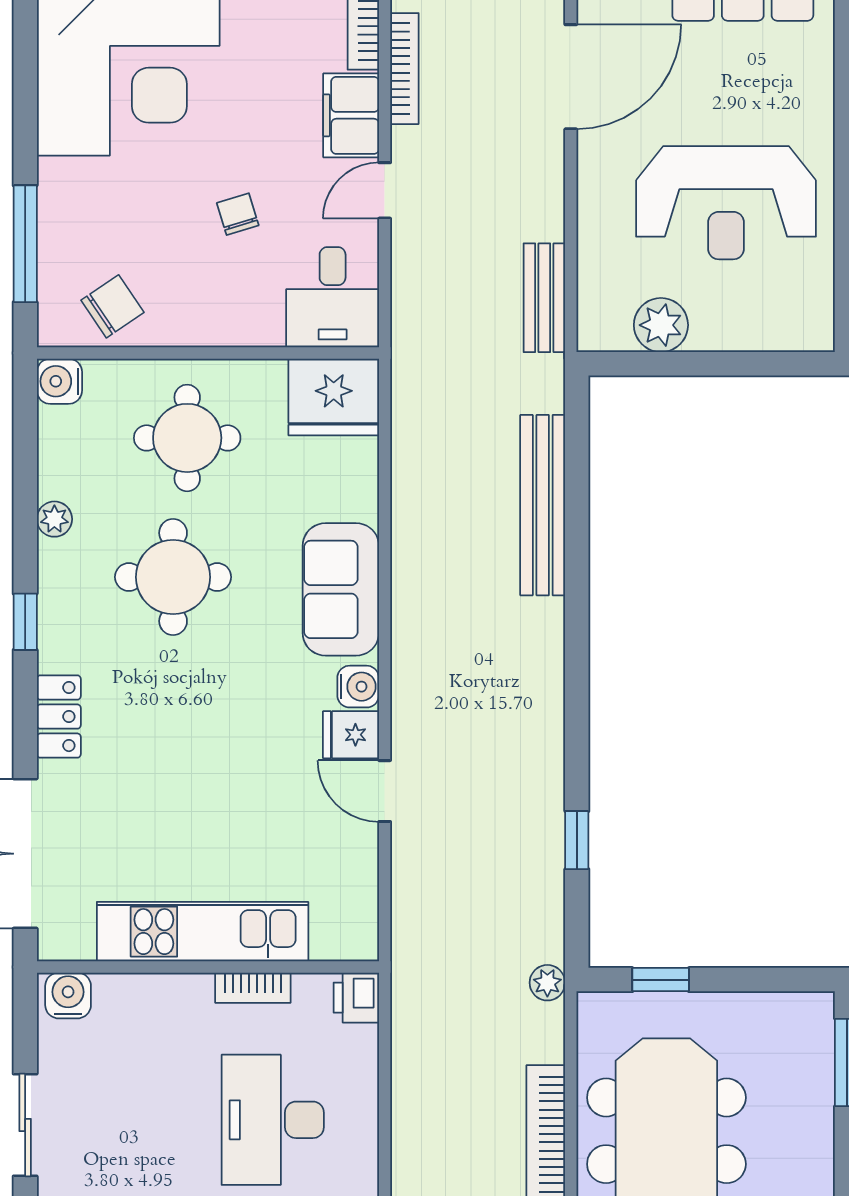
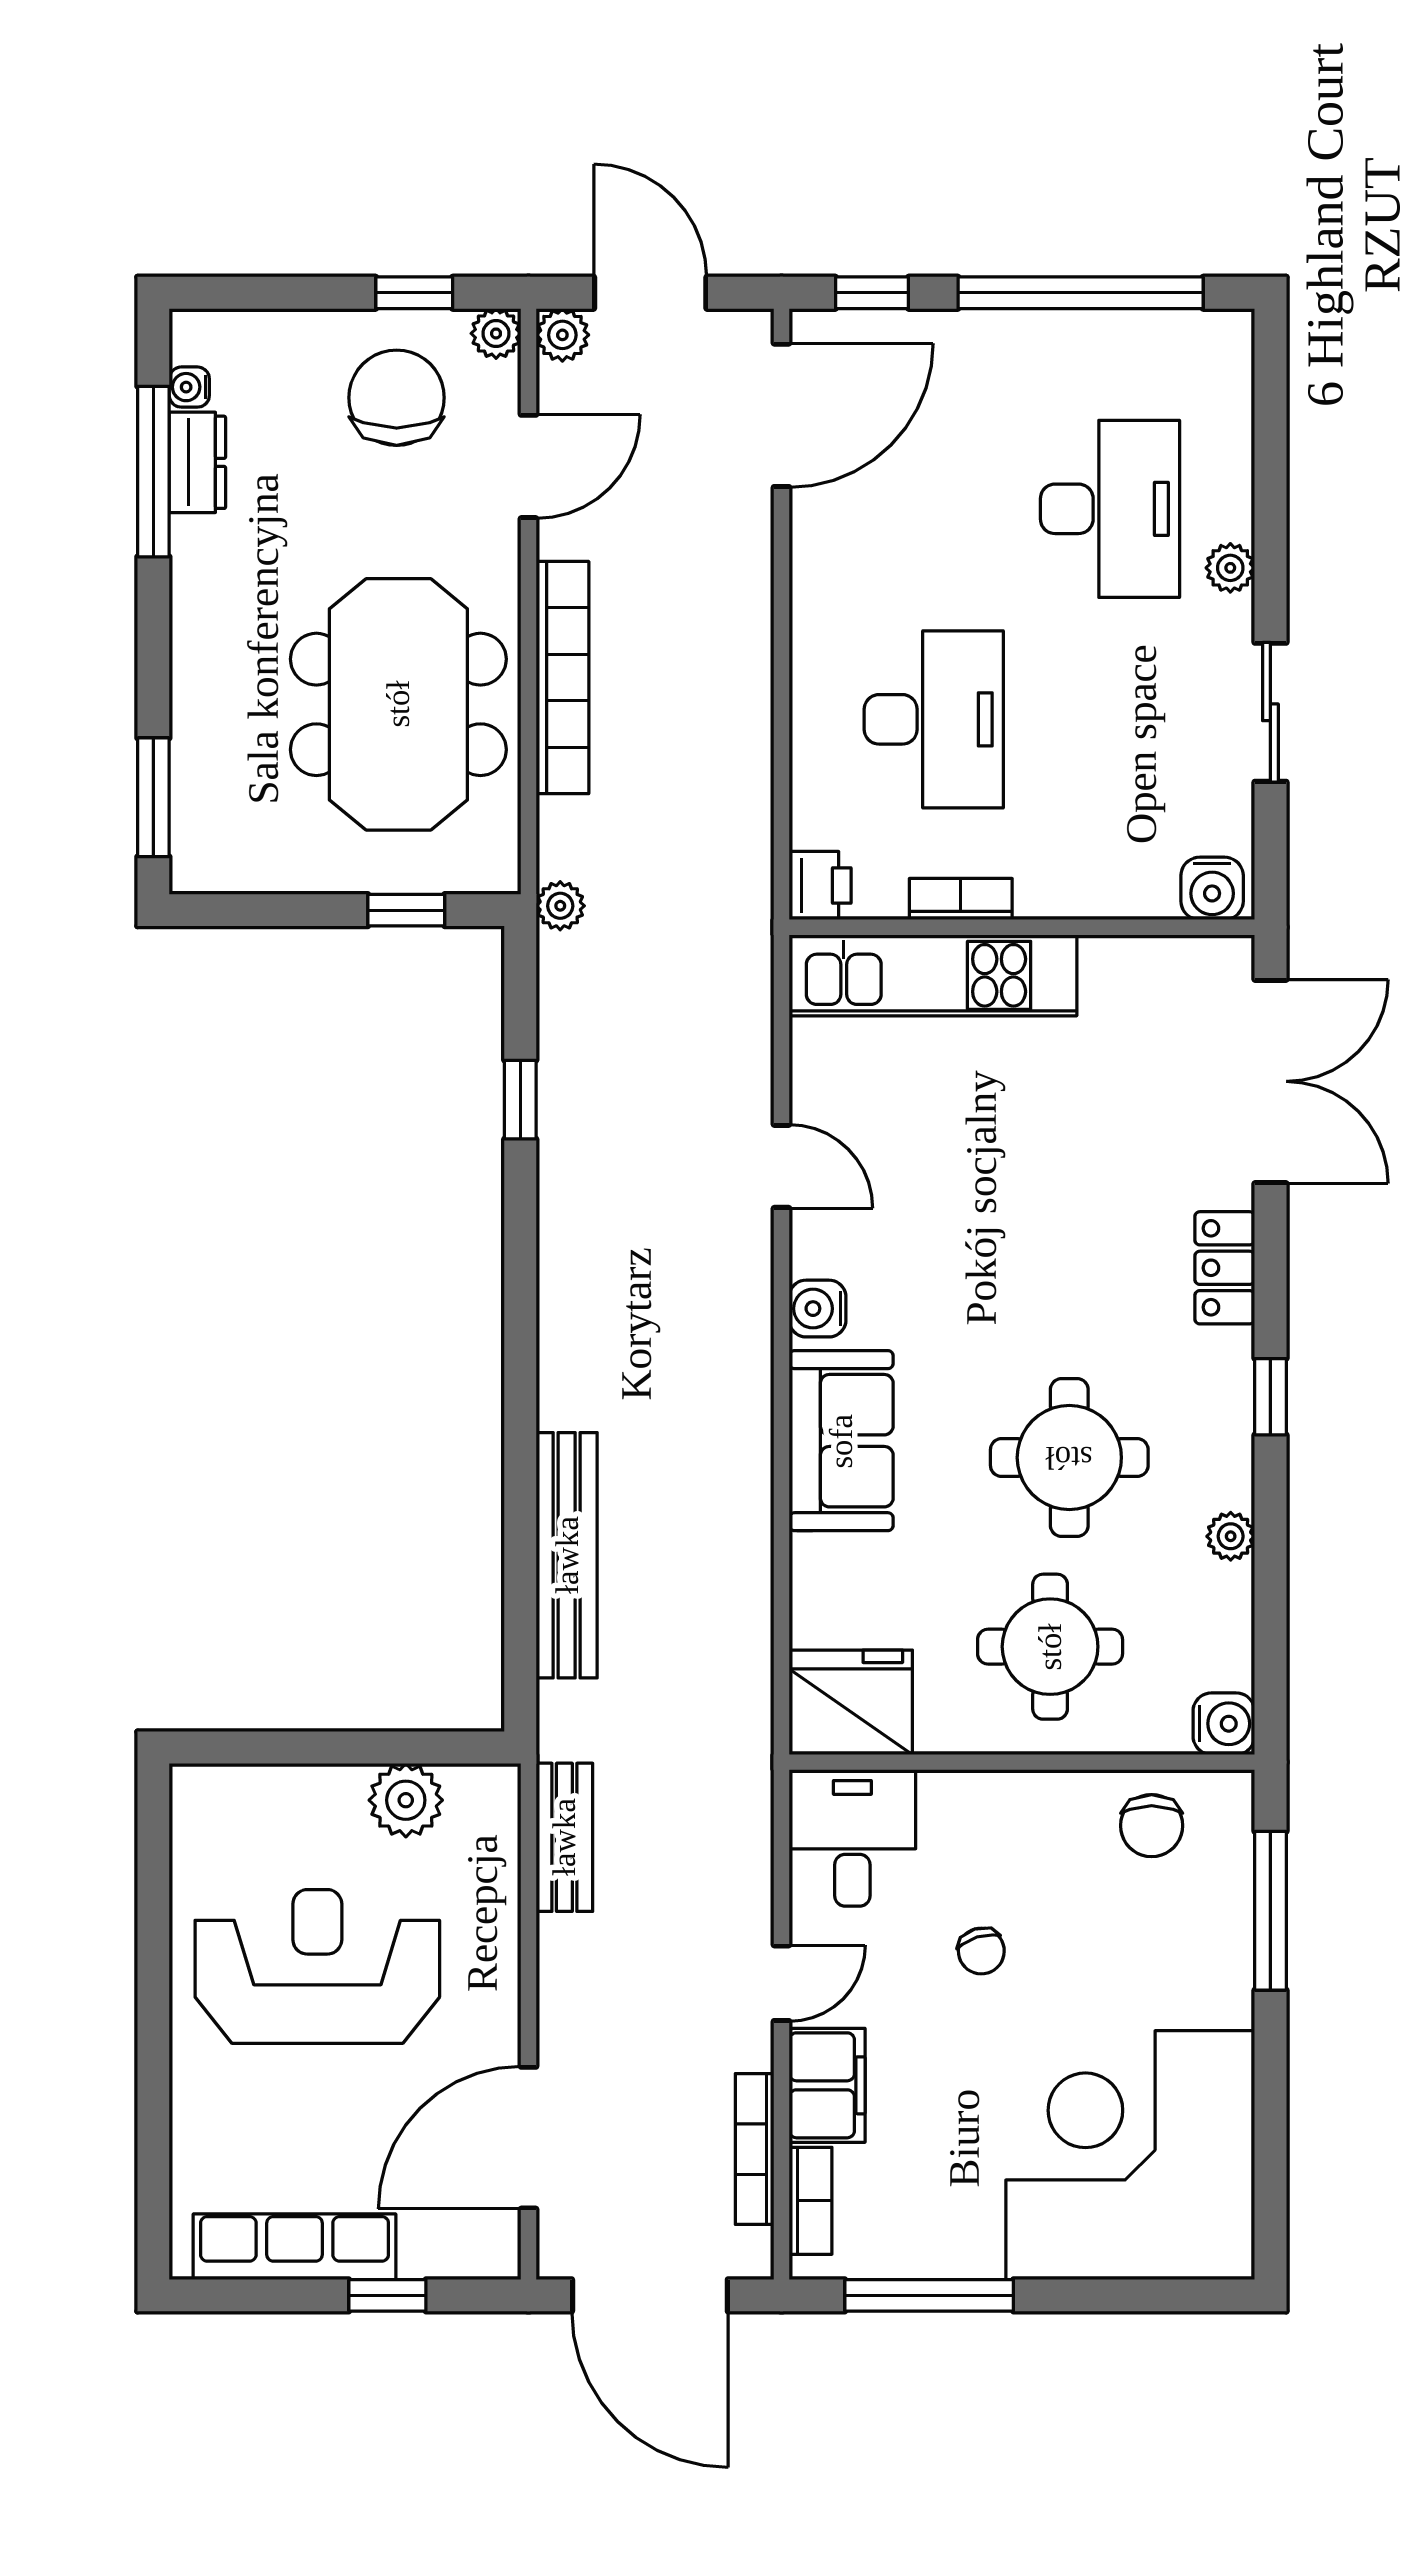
chair: (113, 306) -> (1152, 1826), turned -56
fridge: (351, 735) -> (827, 1243), removed
kitchen unit: (203, 932) -> (933, 975), moved

